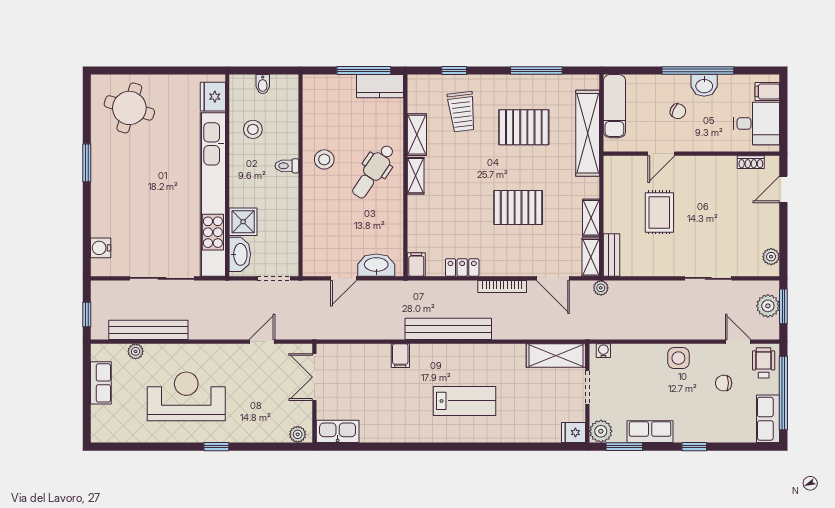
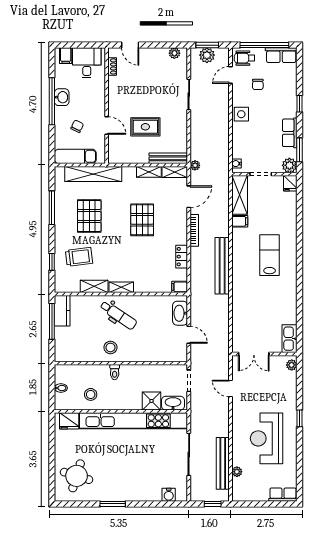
chair: (678, 111) -> (77, 126), moved
bench: (611, 255) -> (168, 158), width x1.36
filing cabinet: (400, 356) -> (240, 221), moved
row of seats: (101, 383) -> (283, 495), moved

